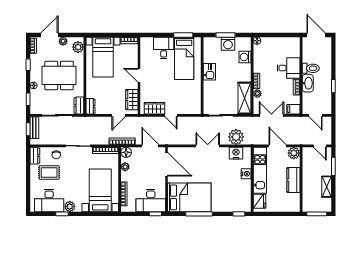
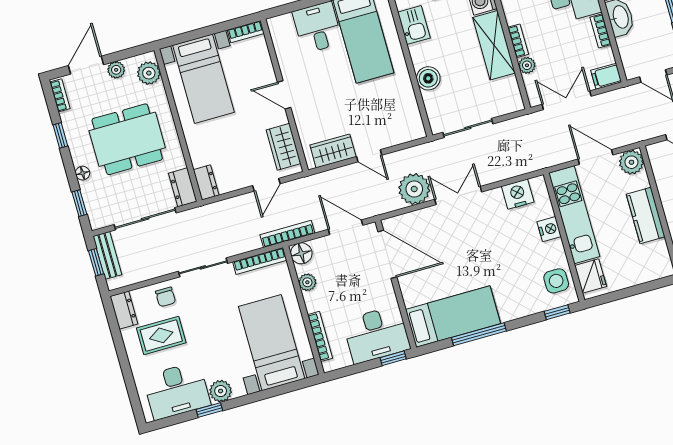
kitchen sink: (209, 72) -> (414, 25), moved
boiler: (209, 87) -> (428, 78), added
shelving: (244, 98) -> (494, 45), moved
plant: (236, 137) -> (414, 189), moved
bed: (189, 197) -> (453, 317), width x0.67
side table: (243, 199) -> (556, 281), added

